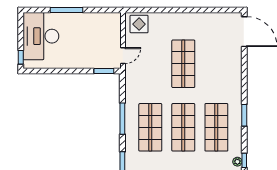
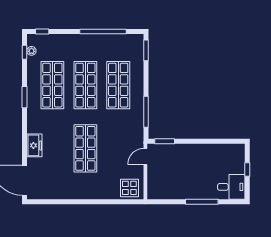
desk: (41, 36) -> (231, 187), width x0.53, depth x0.77
window: (21, 57) -> (247, 169), moved
freezer: (234, 67) -> (34, 145), added
window: (122, 119) -> (146, 112), moved

